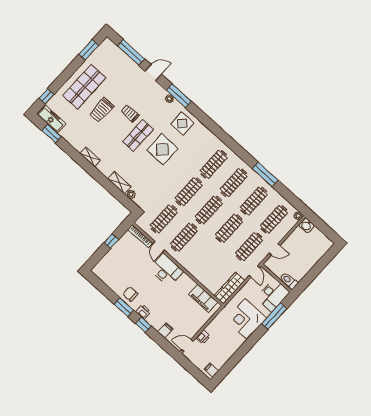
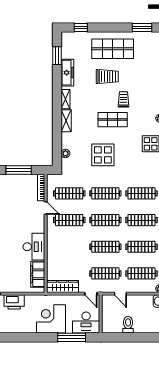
trolley: (102, 110) -> (107, 76), turned 180
freezer: (51, 119) -> (67, 73), moved
display table: (162, 149) -> (103, 155), moved
shelving: (119, 183) -> (66, 121), moved
window: (111, 241) -> (19, 170), width x2.17
door: (159, 247) -> (46, 208), swing flipped
desk: (166, 270) -> (34, 247), moved
door: (254, 272) -> (91, 294), hinge flipped
toilet: (289, 281) -> (128, 325), moved
printer: (203, 337) -> (14, 302), width x1.87, depth x1.48

